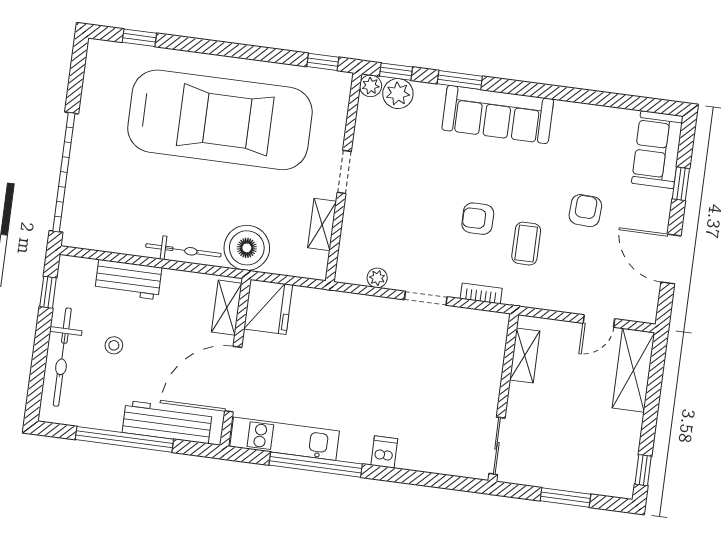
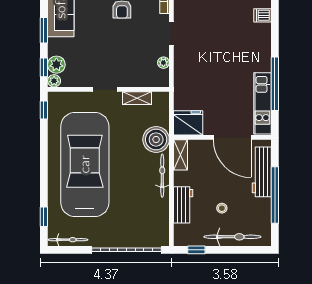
bicycle: (95, 74) -> (68, 240), added
shelving: (227, 308) -> (181, 155), moved, turned 90
dishwasher: (384, 452) -> (263, 15), moved

